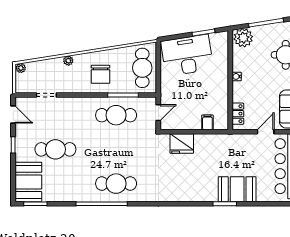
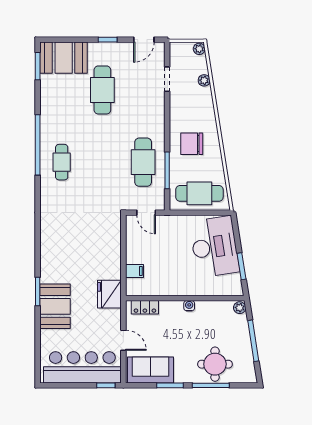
plant: (243, 38) -> (240, 308), width x0.53, depth x0.53
plant: (68, 61) -> (204, 80), moved
fridge: (182, 143) -> (109, 294), moved
cafe table: (116, 184) -> (62, 162), width x0.73, depth x0.74

